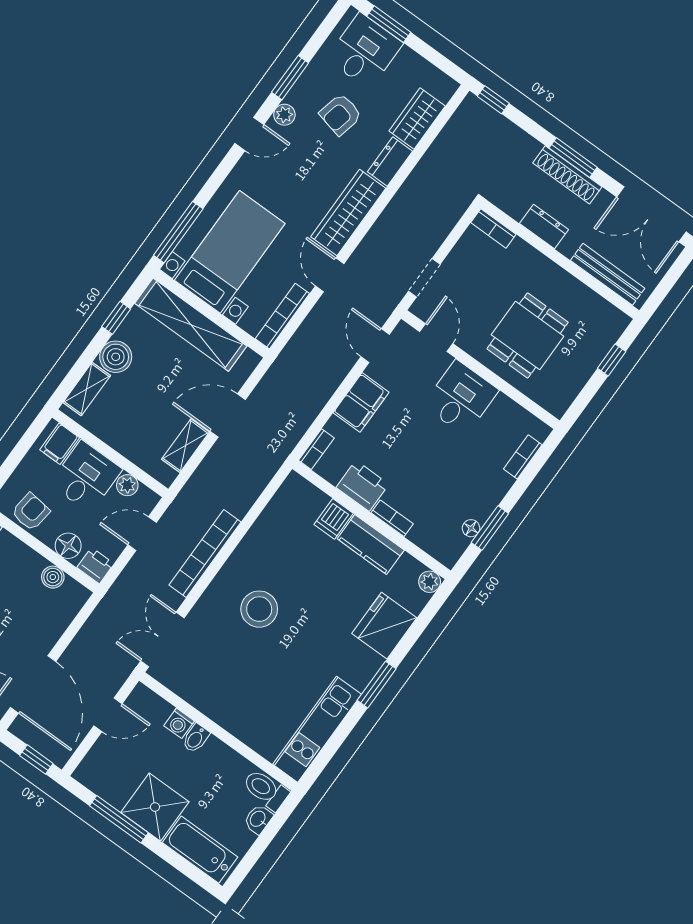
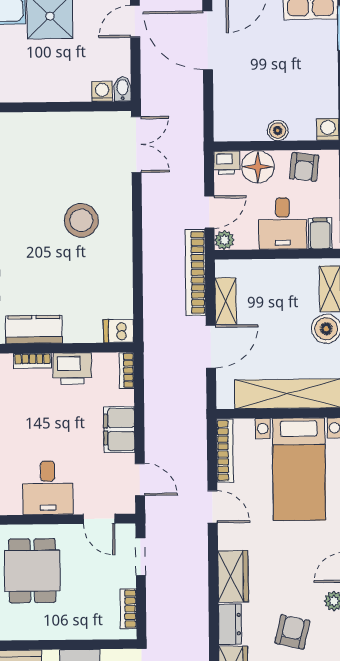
wardrobe: (348, 213) -> (233, 576), width x0.67
bookcase: (493, 228) -> (128, 609), moved, turned -90
plant: (127, 485) -> (224, 240), moved
dishwasher: (334, 519) -> (119, 331), moved, turned -90
floor lamp: (68, 546) -> (258, 167), width x1.38, depth x1.38
bookcase: (205, 554) -> (195, 272), moved, turned 180
boiler: (53, 577) -> (278, 131), moved
door: (108, 715) -> (135, 21), moved
washing machine: (179, 723) -> (102, 91), moved
bidet: (196, 738) -> (123, 89), moved

